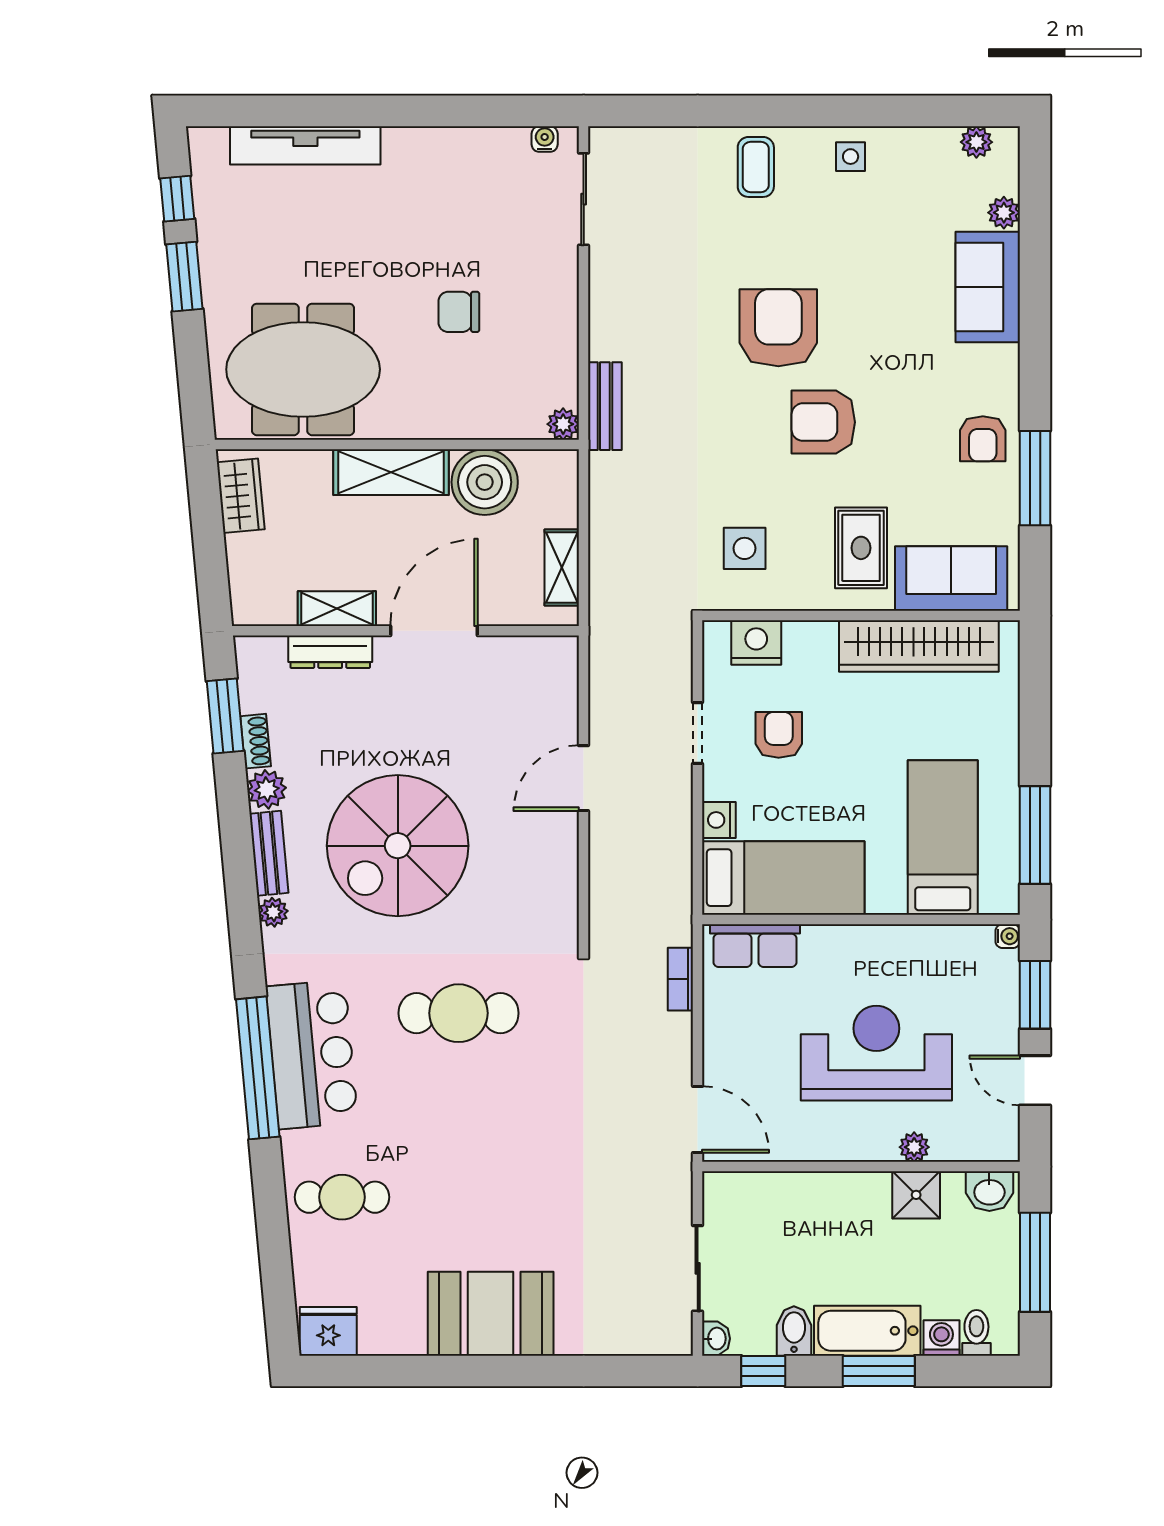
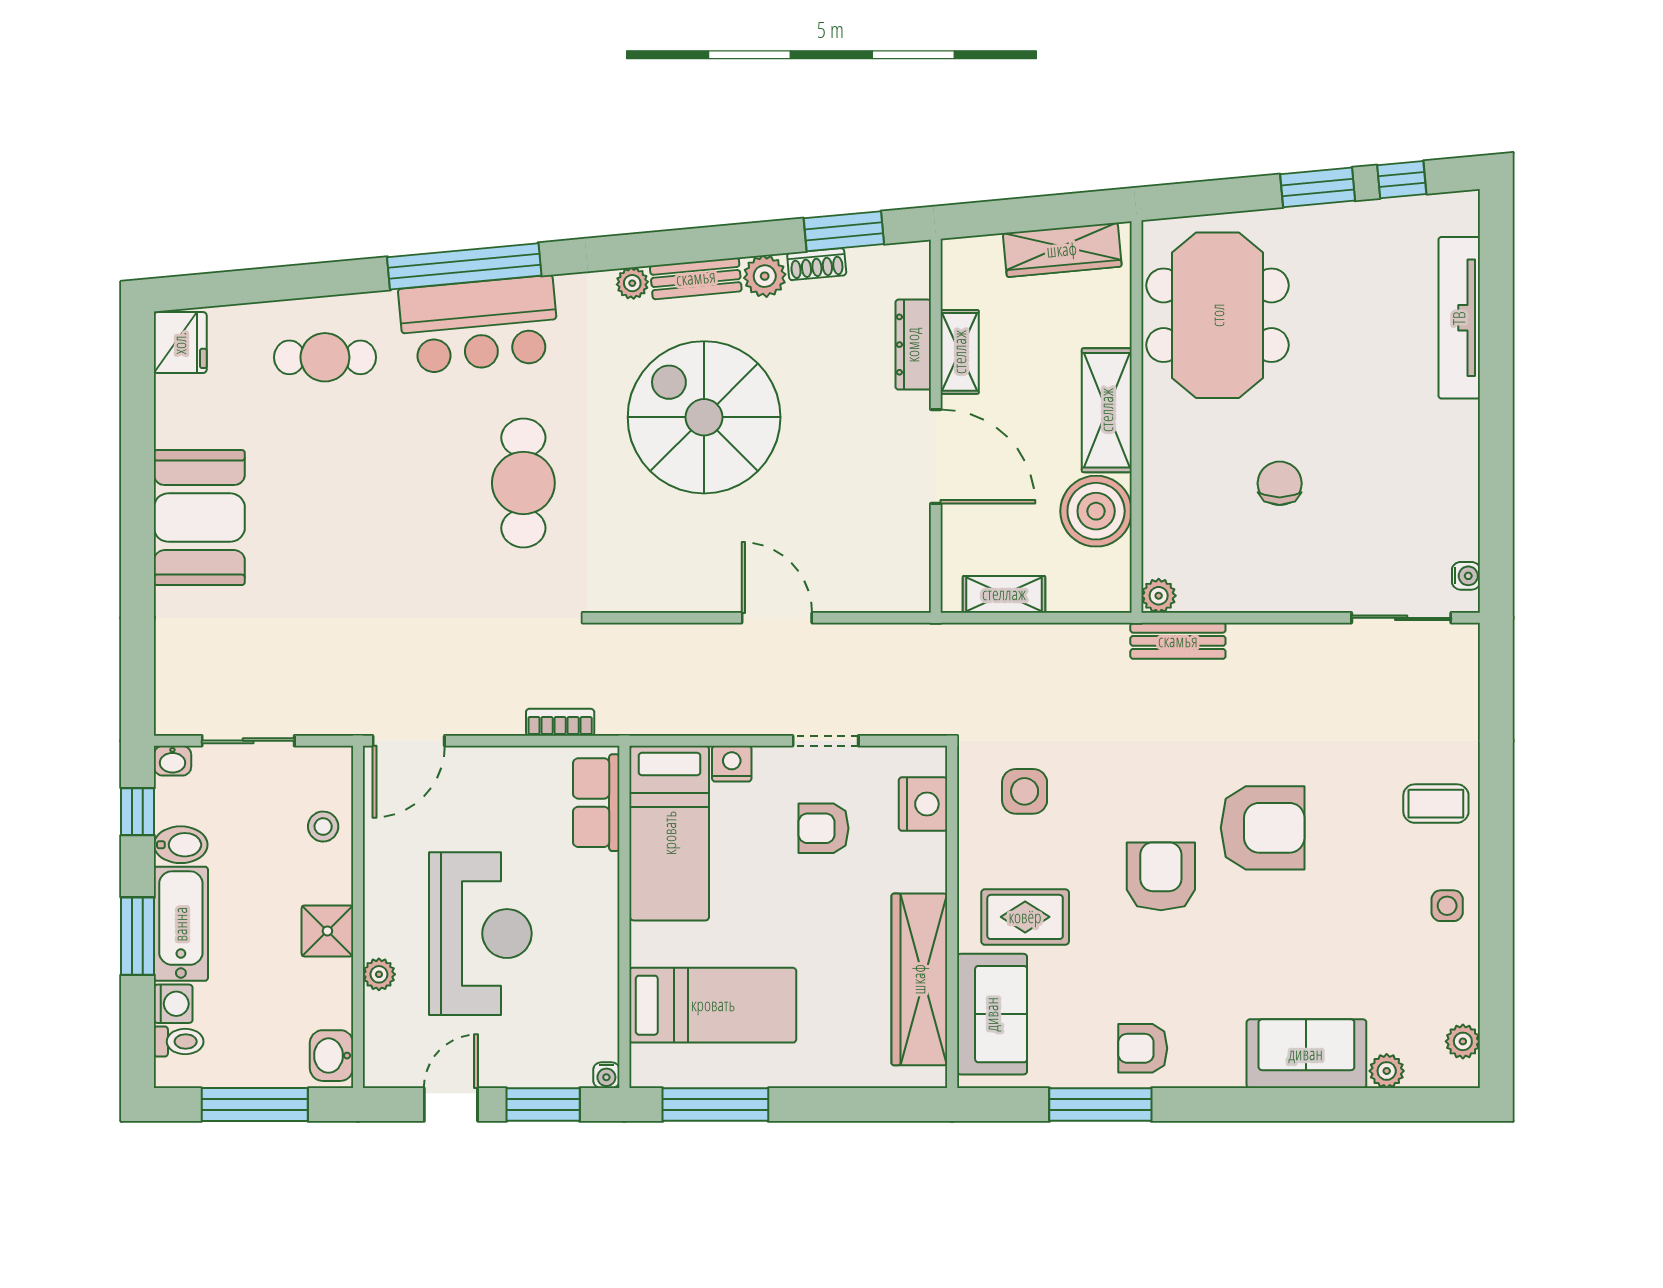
wardrobe: (241, 496) -> (1062, 250), width x1.50
armchair: (779, 735) -> (823, 828), turned 180
shower: (916, 1195) -> (327, 931), moved
cafe table: (342, 1197) -> (325, 357), turned 90
stool: (777, 1199) -> (323, 827), added

